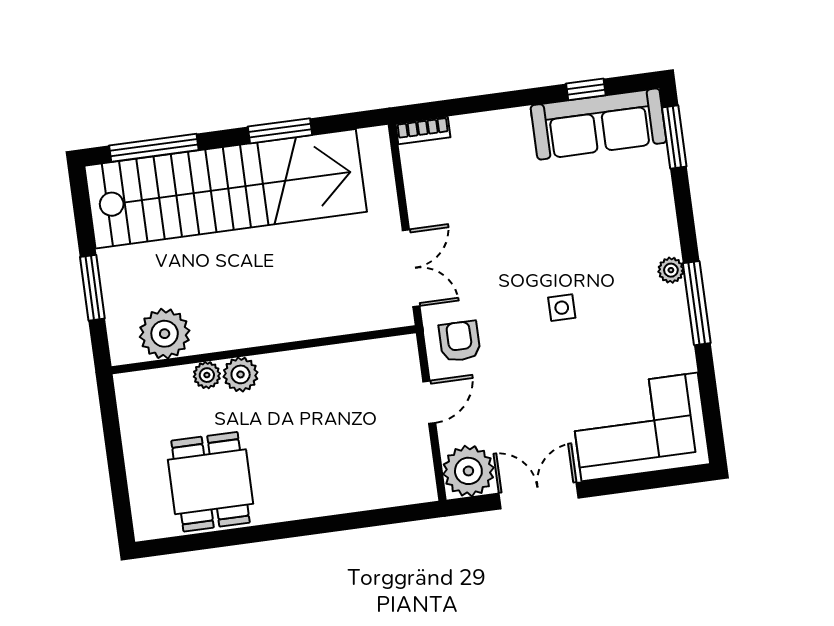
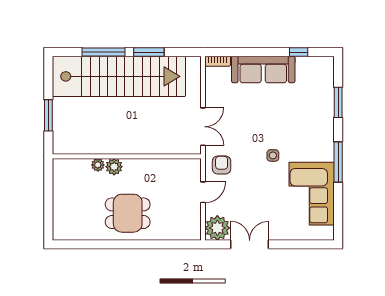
sofa: (598, 124) -> (263, 69), moved
window: (674, 137) -> (338, 102), moved
window: (154, 148) -> (103, 52), moved
plant: (671, 270) -> (328, 144), removed
plant: (165, 334) -> (80, 142), removed
corner sofa: (640, 427) -> (312, 194), moved, turned -90
dining table: (211, 482) -> (128, 213), moved, turned 90

